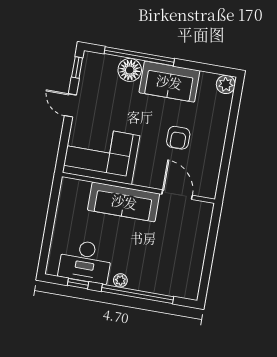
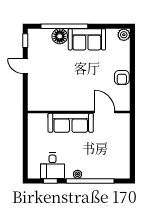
armchair: (178, 138) -> (122, 77), moved
corner sofa: (101, 154) -> (51, 94), removed
desk: (85, 261) -> (52, 166), width x0.73

